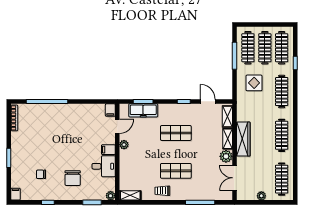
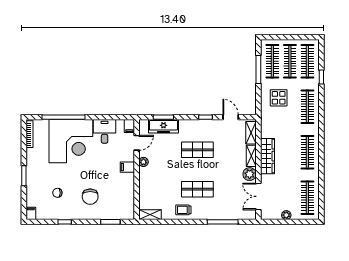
corner desk: (54, 125) -> (71, 141), added
desk: (104, 166) -> (105, 131), moved, turned -90
plant: (111, 196) -> (130, 215), removed

